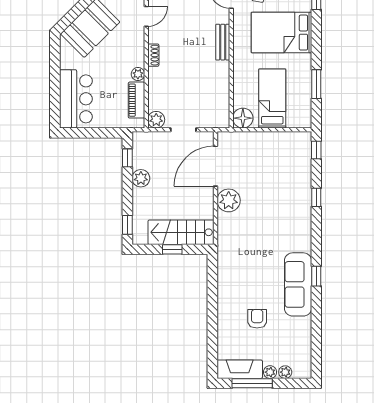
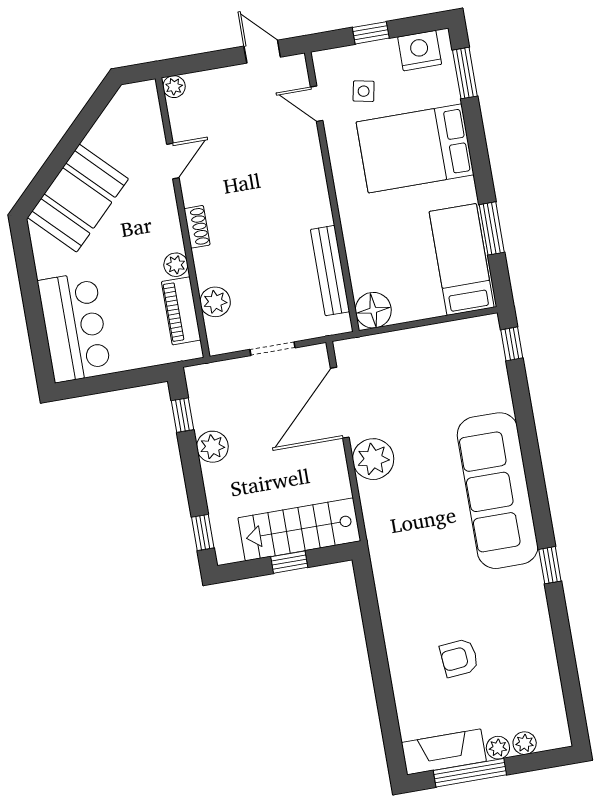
bench: (223, 42) -> (330, 271), moved, width x1.36
bed: (272, 98) -> (462, 259), moved
plant: (156, 120) -> (215, 302), moved
window: (316, 197) -> (526, 427), removed
sofa: (298, 284) -> (498, 491), moved, width x1.36, depth x1.27
armchair: (257, 319) -> (459, 658), turned -95

